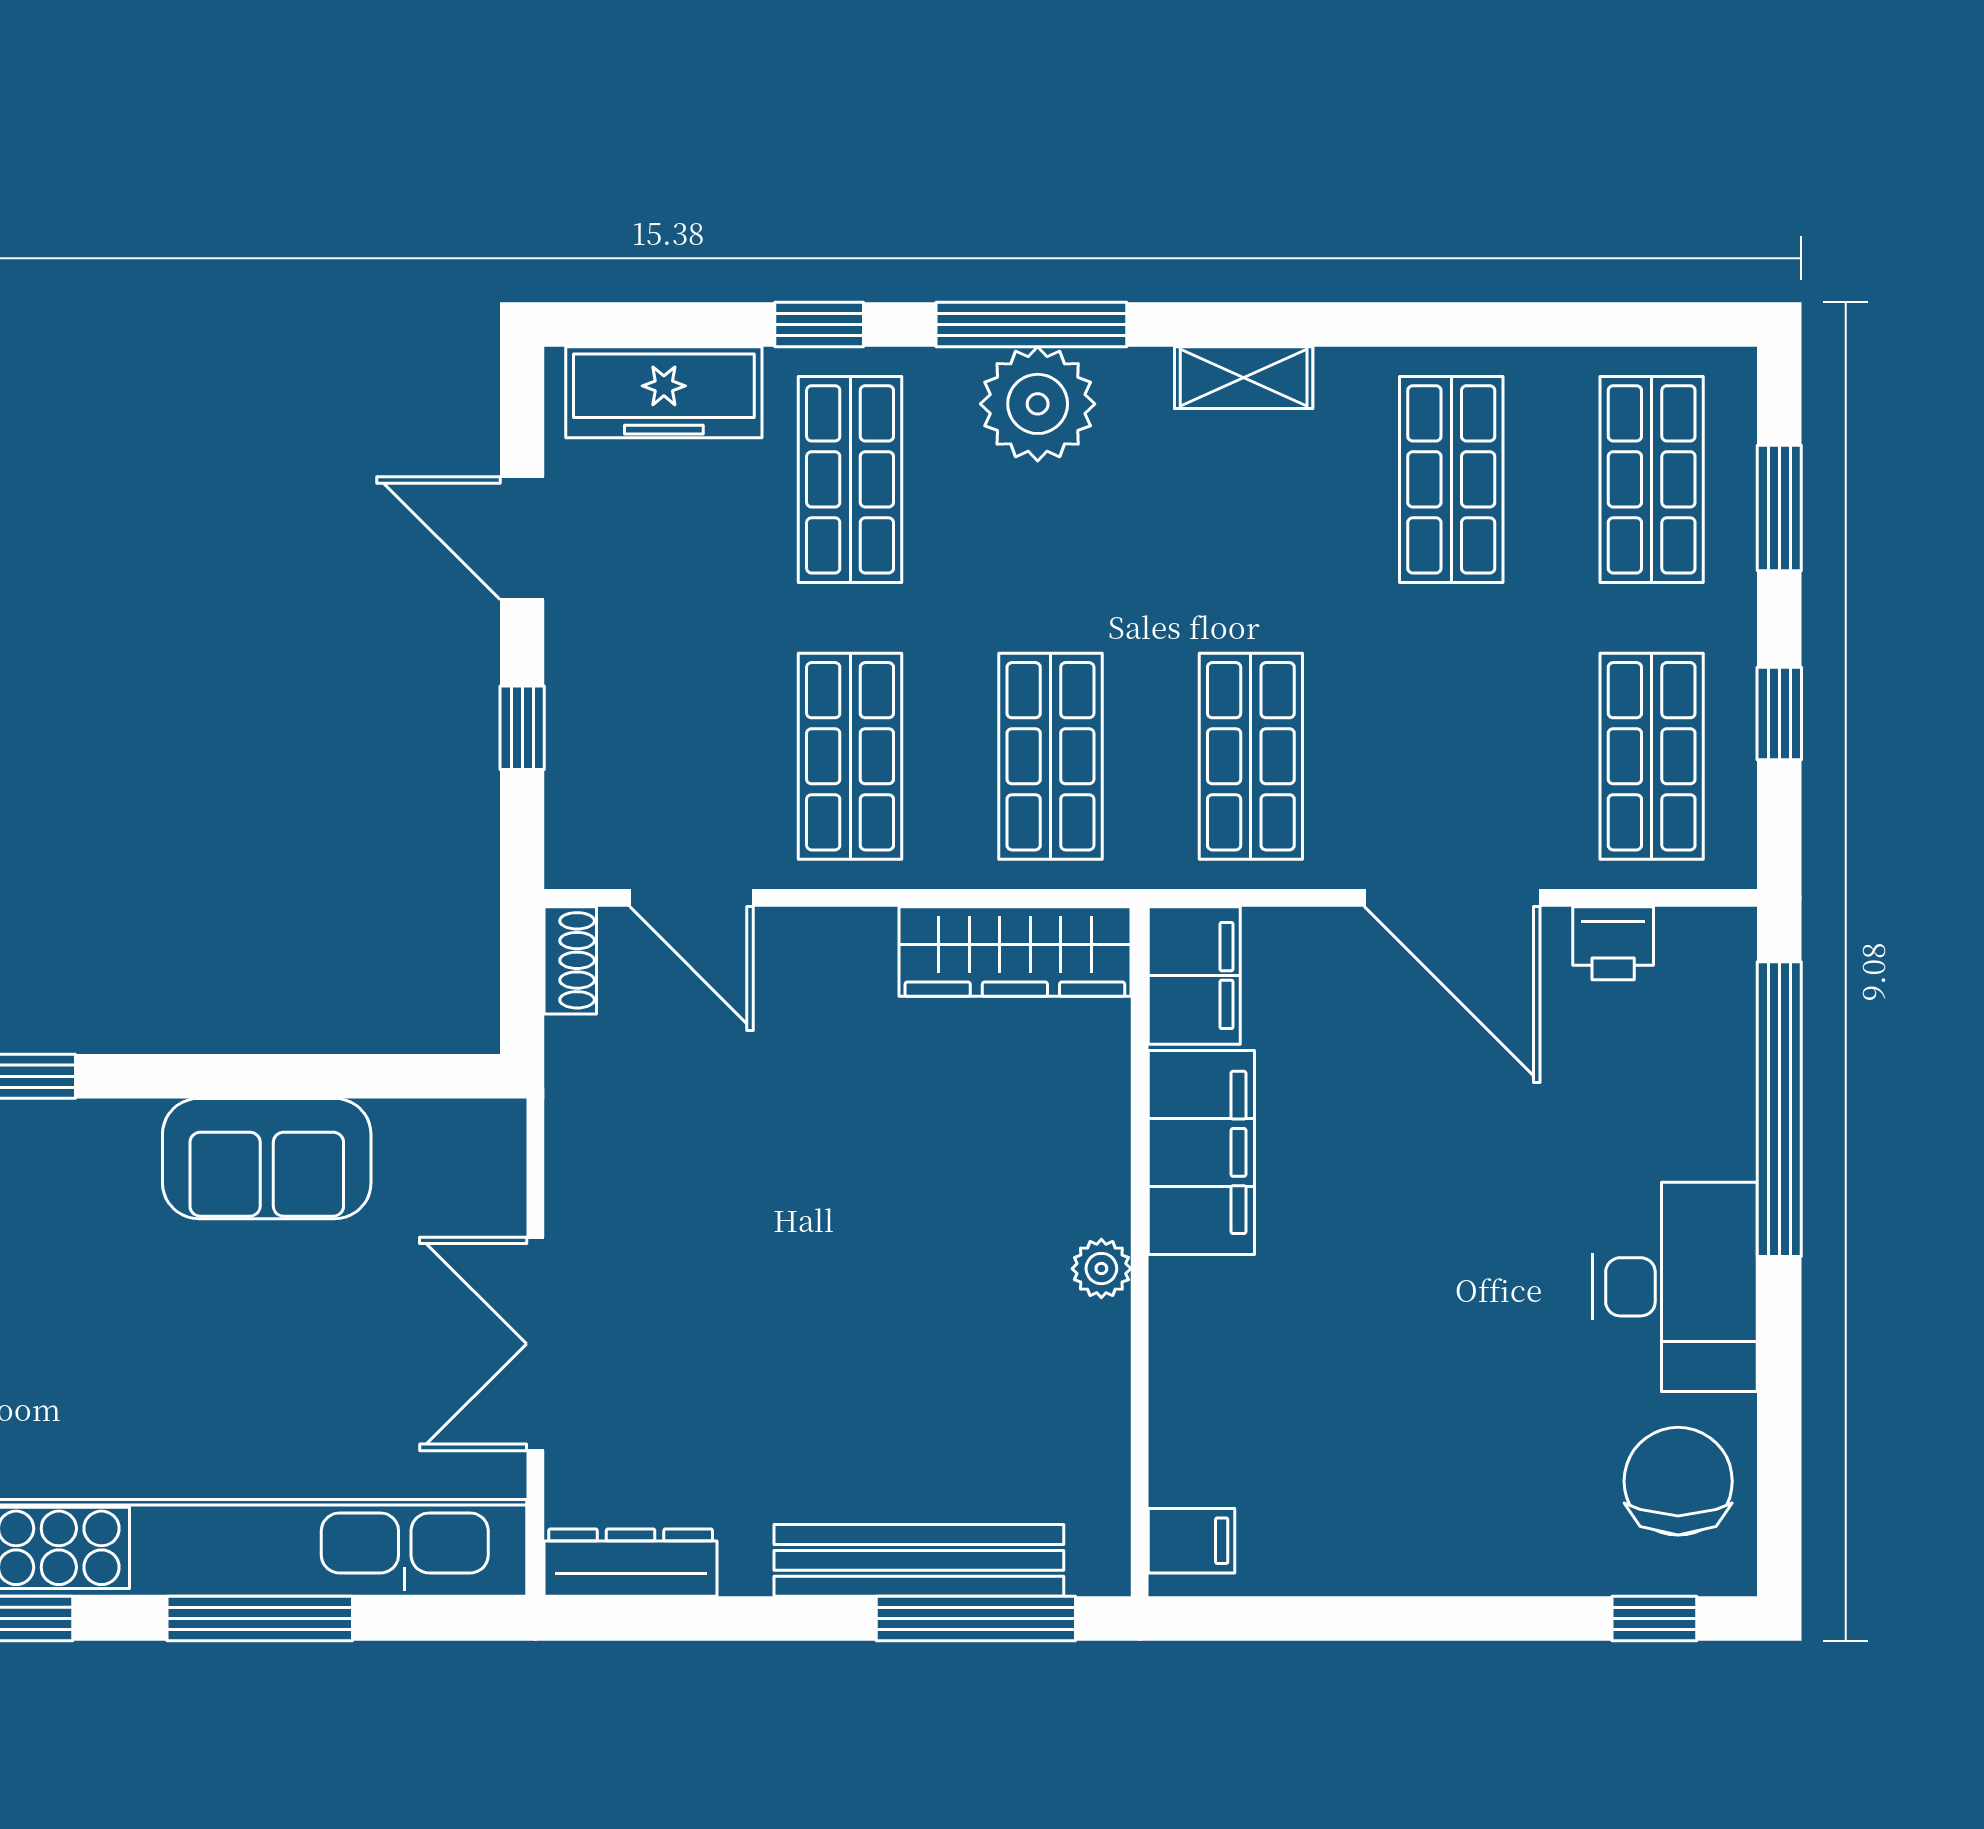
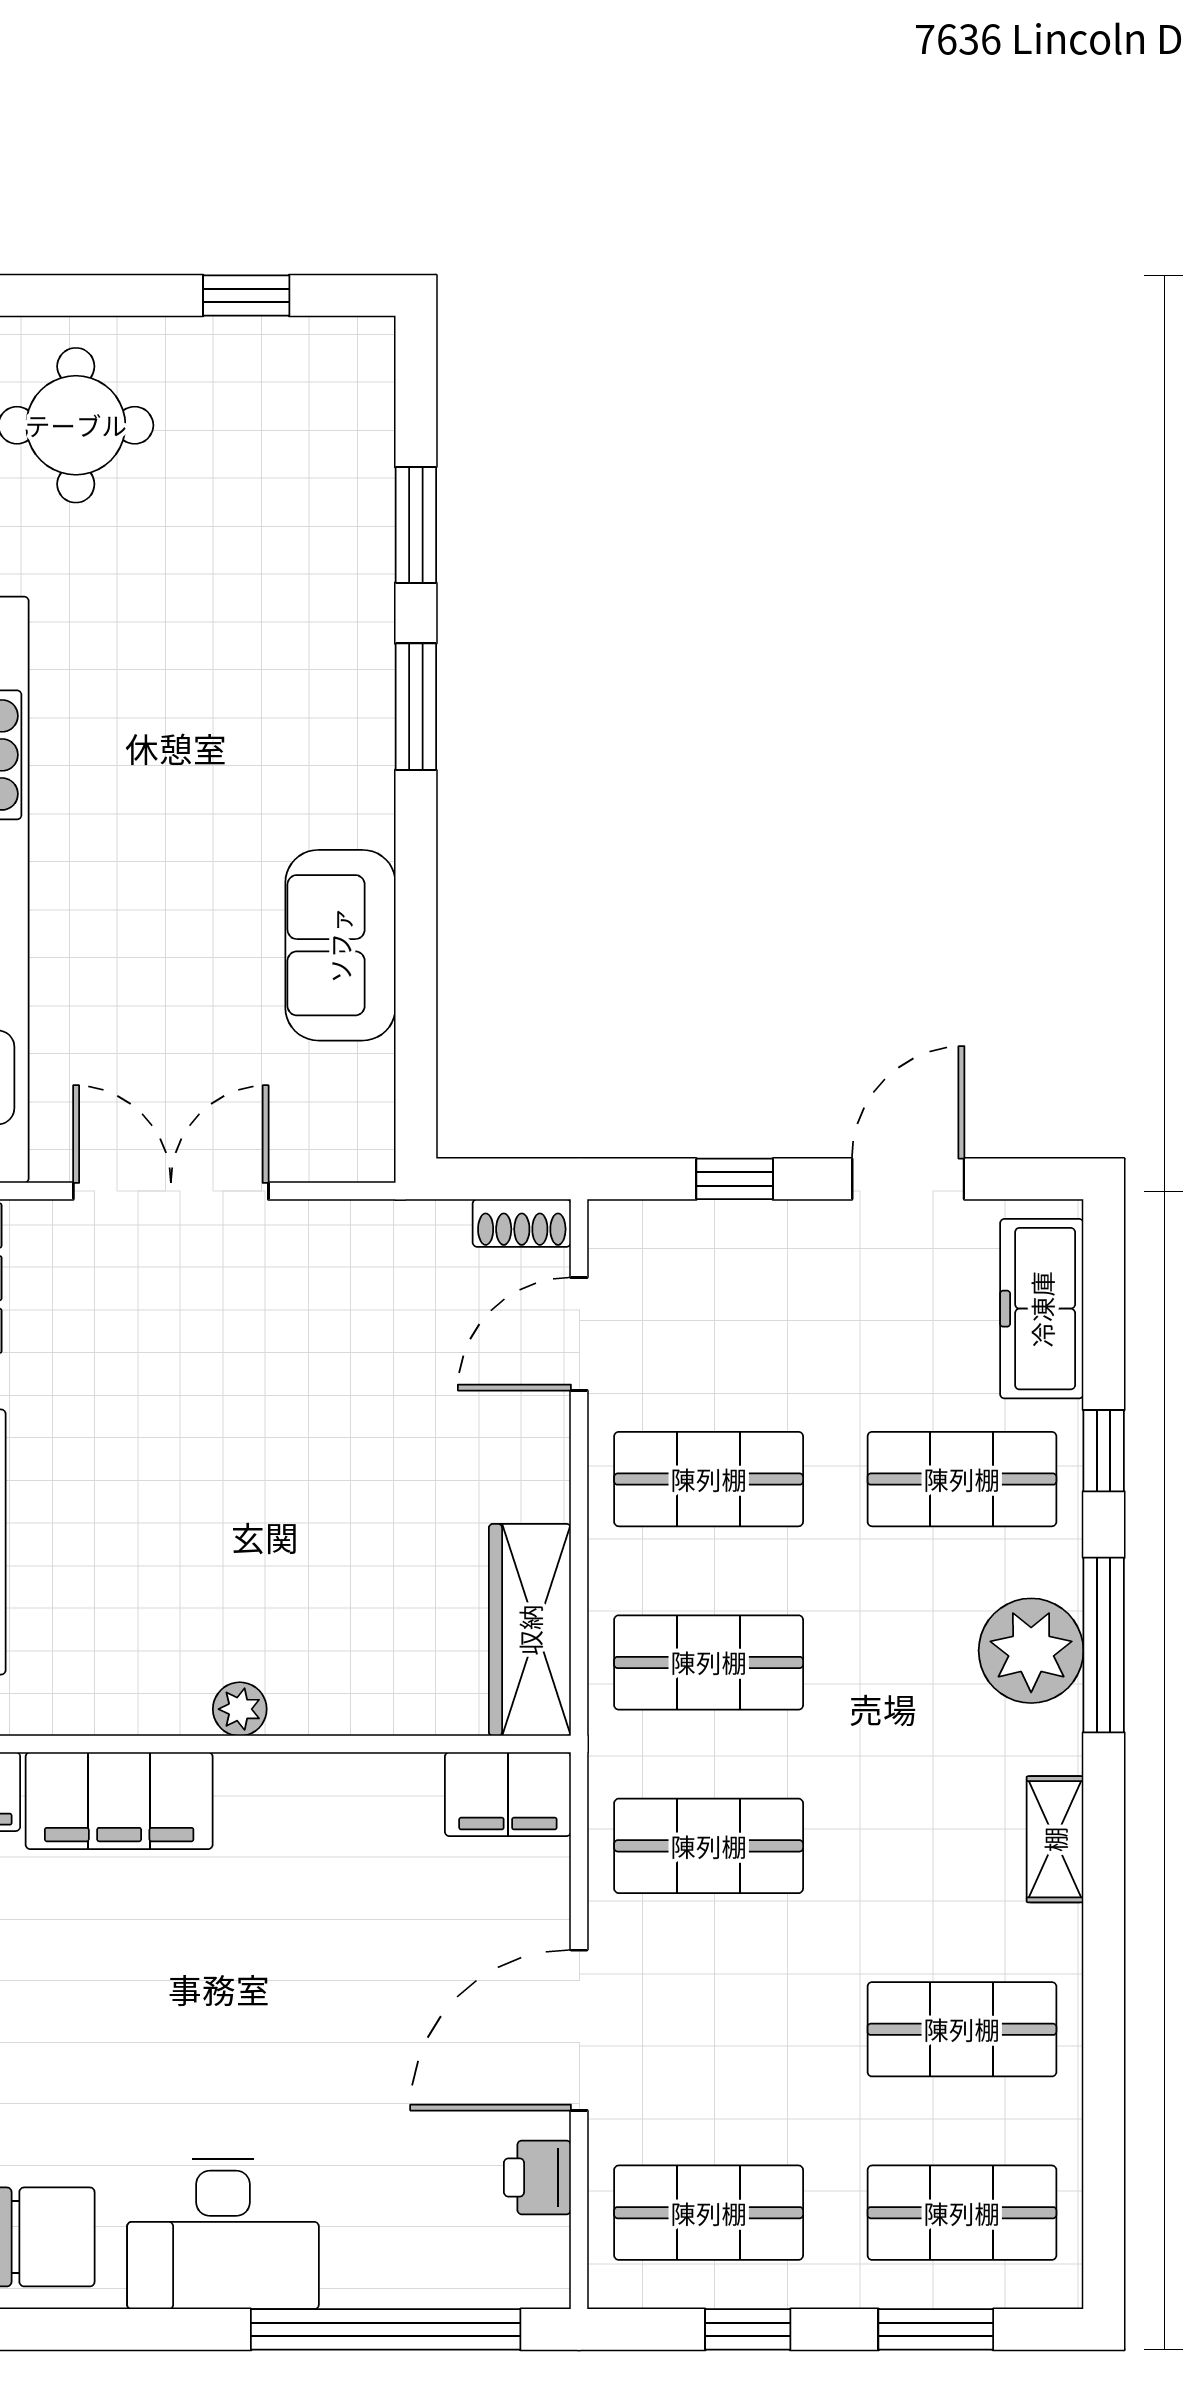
filing cabinet: (1201, 1152) -> (119, 1801), moved

